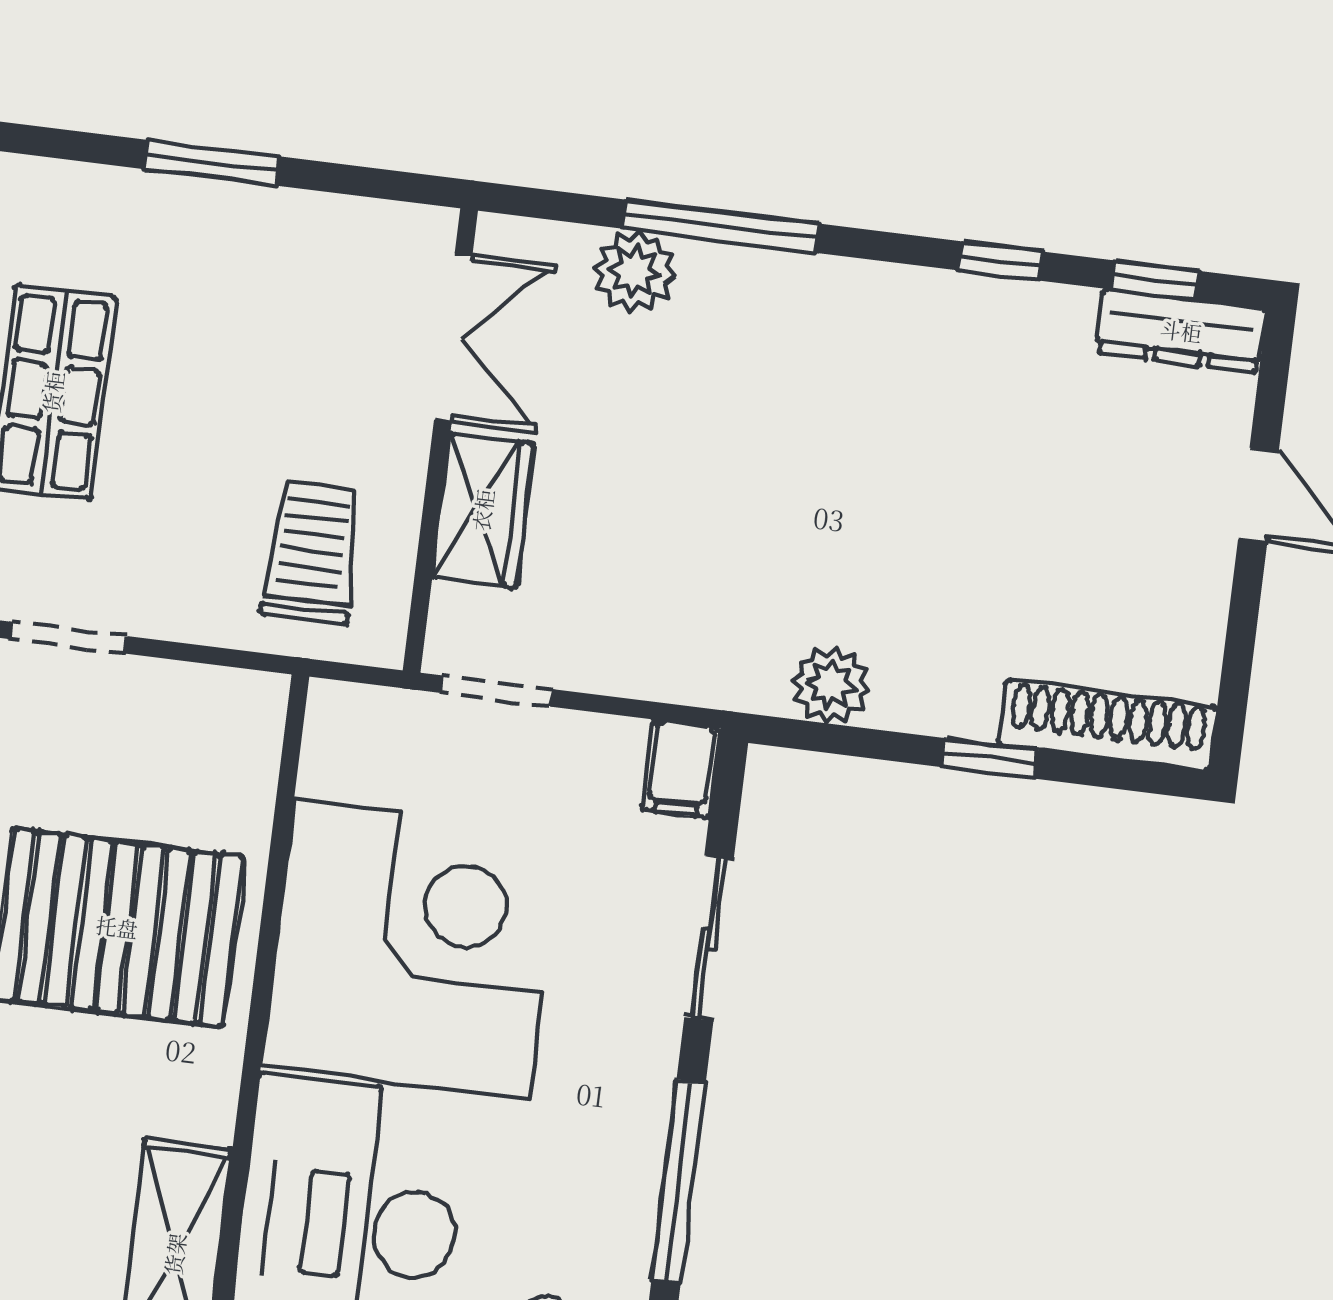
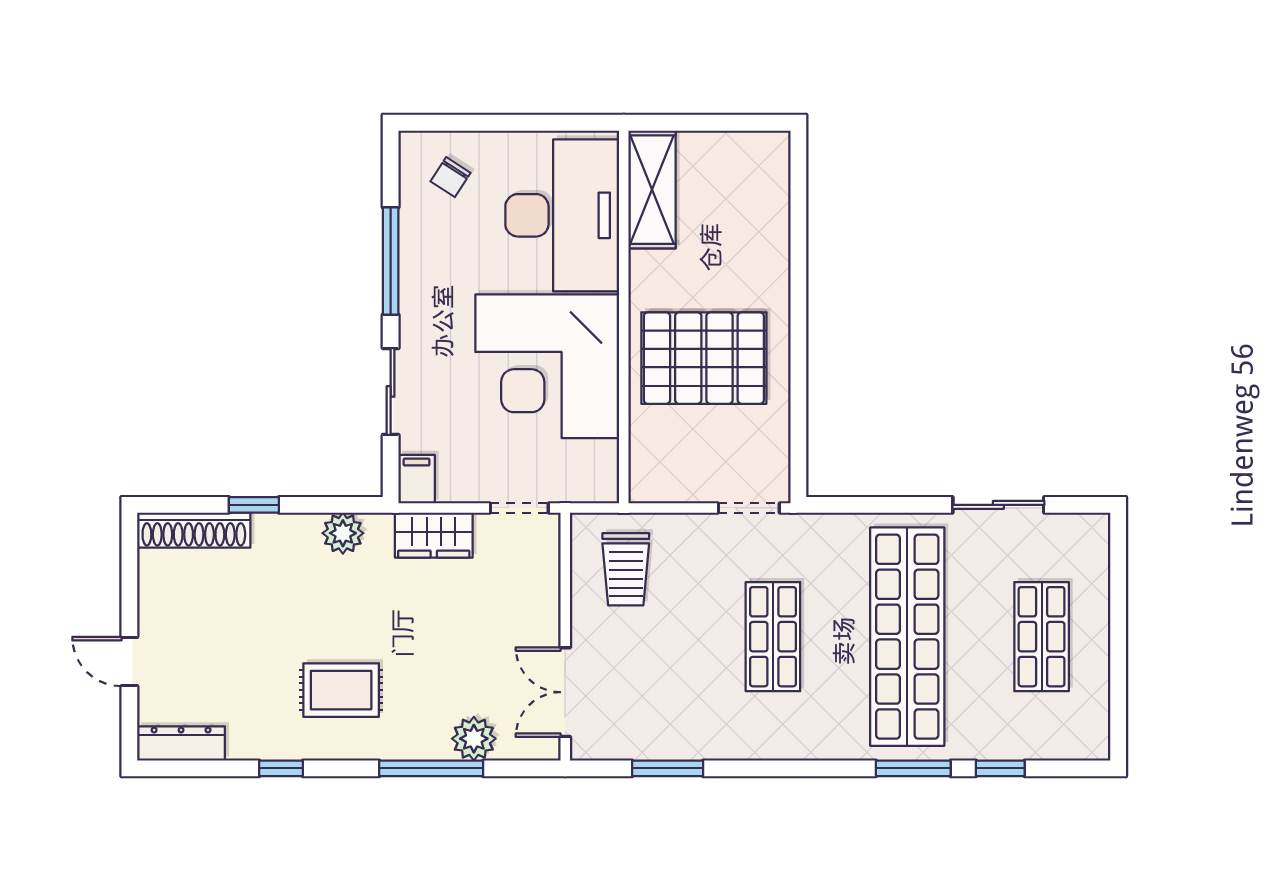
window: (212, 163) -> (668, 768), moved
window: (1155, 280) -> (198, 768), removed
rug: (870, 393) -> (341, 690), added
wardrobe: (483, 510) -> (434, 535), moved, turned -90

